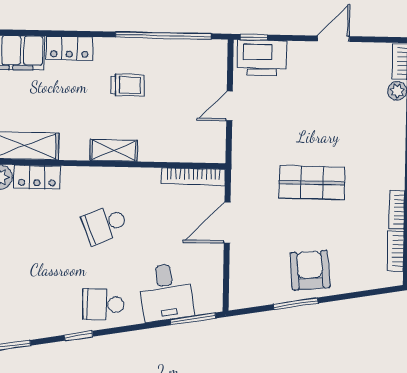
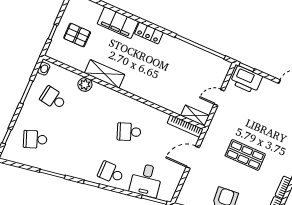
trolley: (127, 85) -> (171, 65), removed
shelving: (114, 150) -> (195, 115), moved
locker: (37, 177) -> (104, 93), removed

